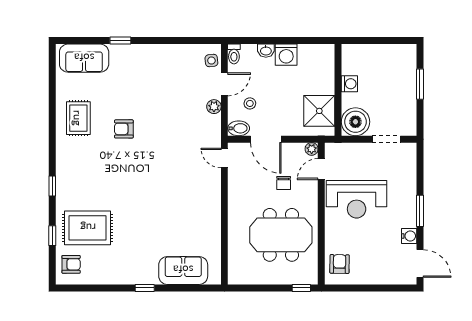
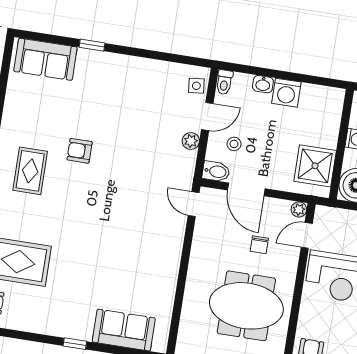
rug: (78, 118) -> (30, 171), moved

